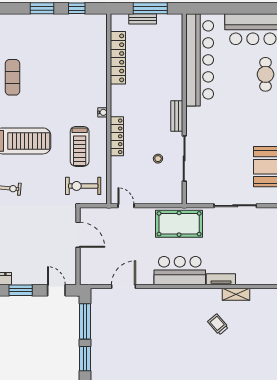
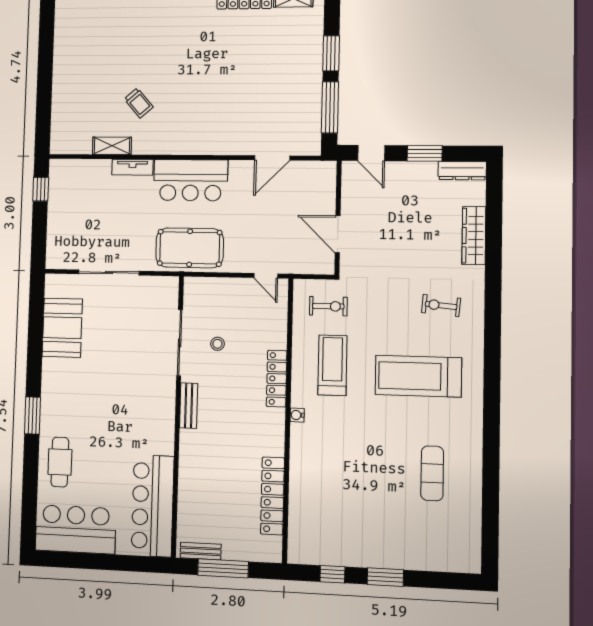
bench: (143, 19) -> (201, 551), moved
bar counter: (200, 60) -> (153, 506), width x0.73
exercise bike: (83, 186) -> (328, 306), width x0.73, depth x0.72

